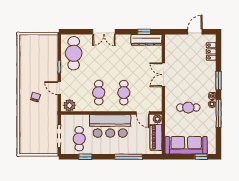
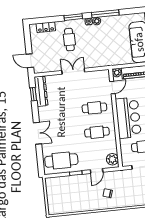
door: (195, 32) -> (30, 61), moved
double door: (163, 75) -> (73, 71), swing flipped
cafe table: (188, 108) -> (69, 40), moved

